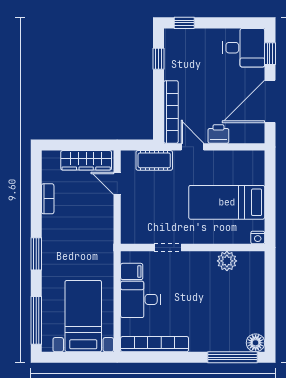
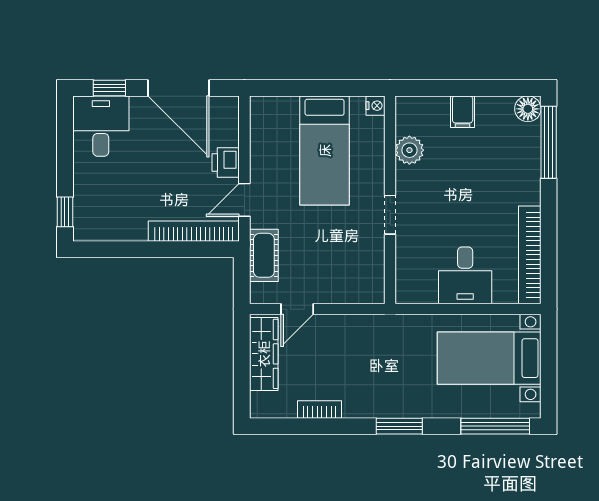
window: (158, 59) -> (117, 249), removed
doorway: (168, 248) -> (390, 215), moved
filing cabinet: (132, 271) -> (463, 112), moved, turned 180

